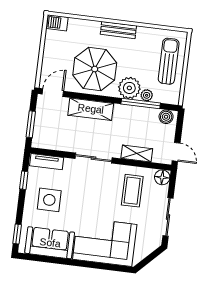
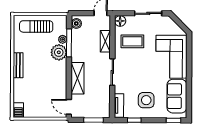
parasol: (95, 69) -> (48, 79), removed

